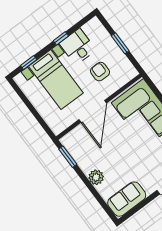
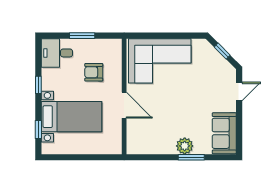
desk: (78, 47) -> (57, 53), moved
door: (93, 111) -> (124, 105), width x0.73
window: (68, 157) -> (191, 157), moved

